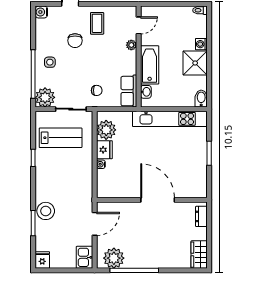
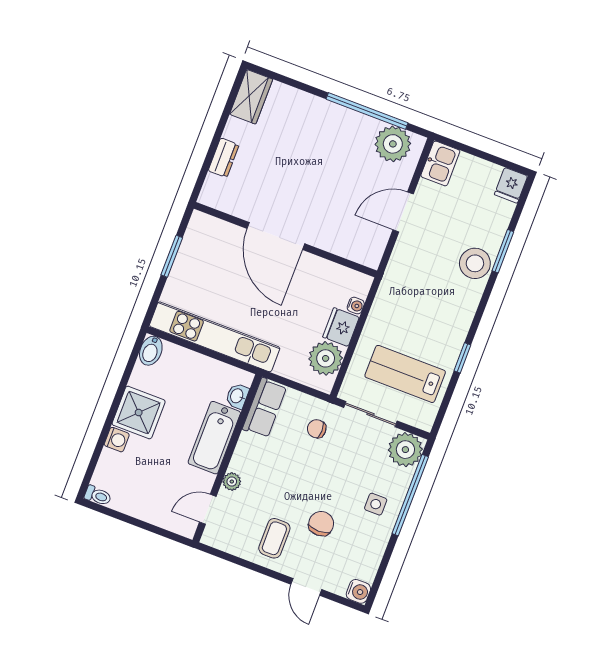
wall: (152, 200) -> (285, 240), moved
door: (158, 200) -> (276, 236), moved

